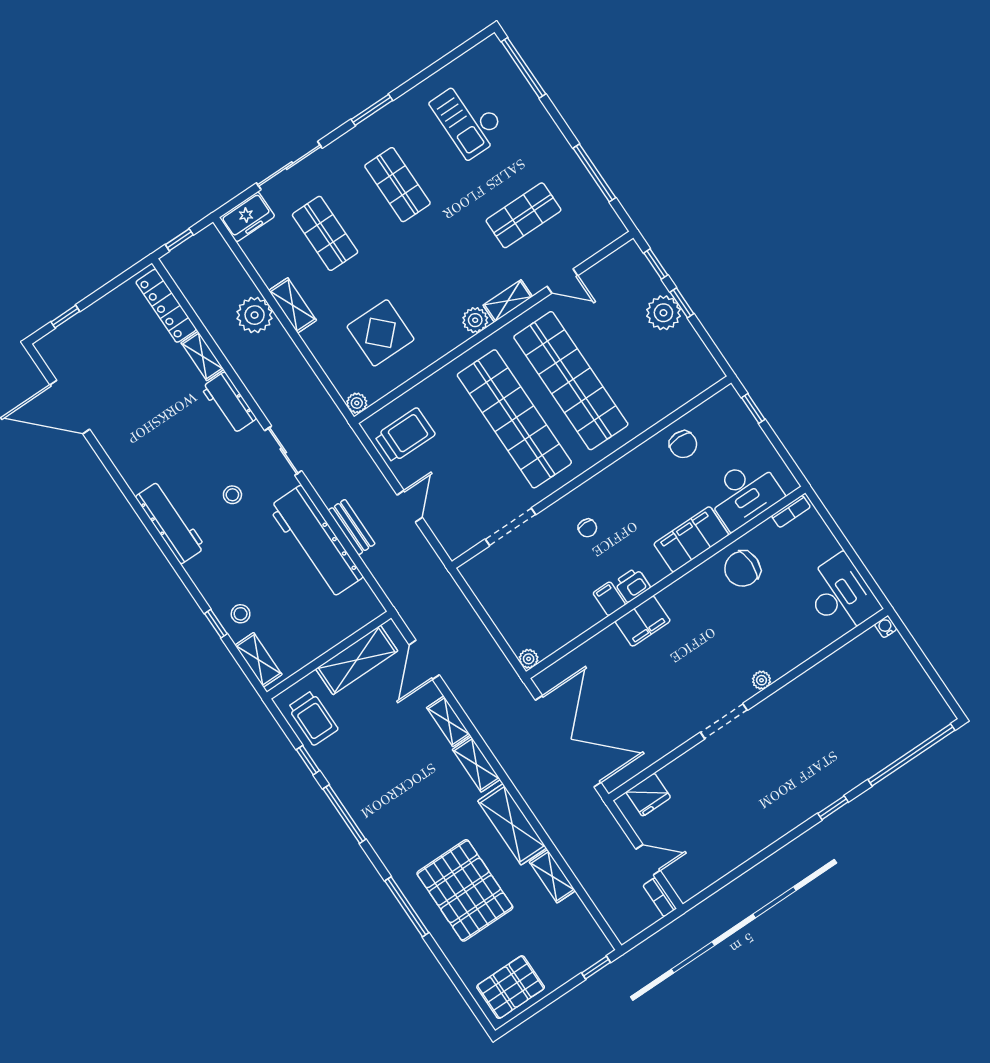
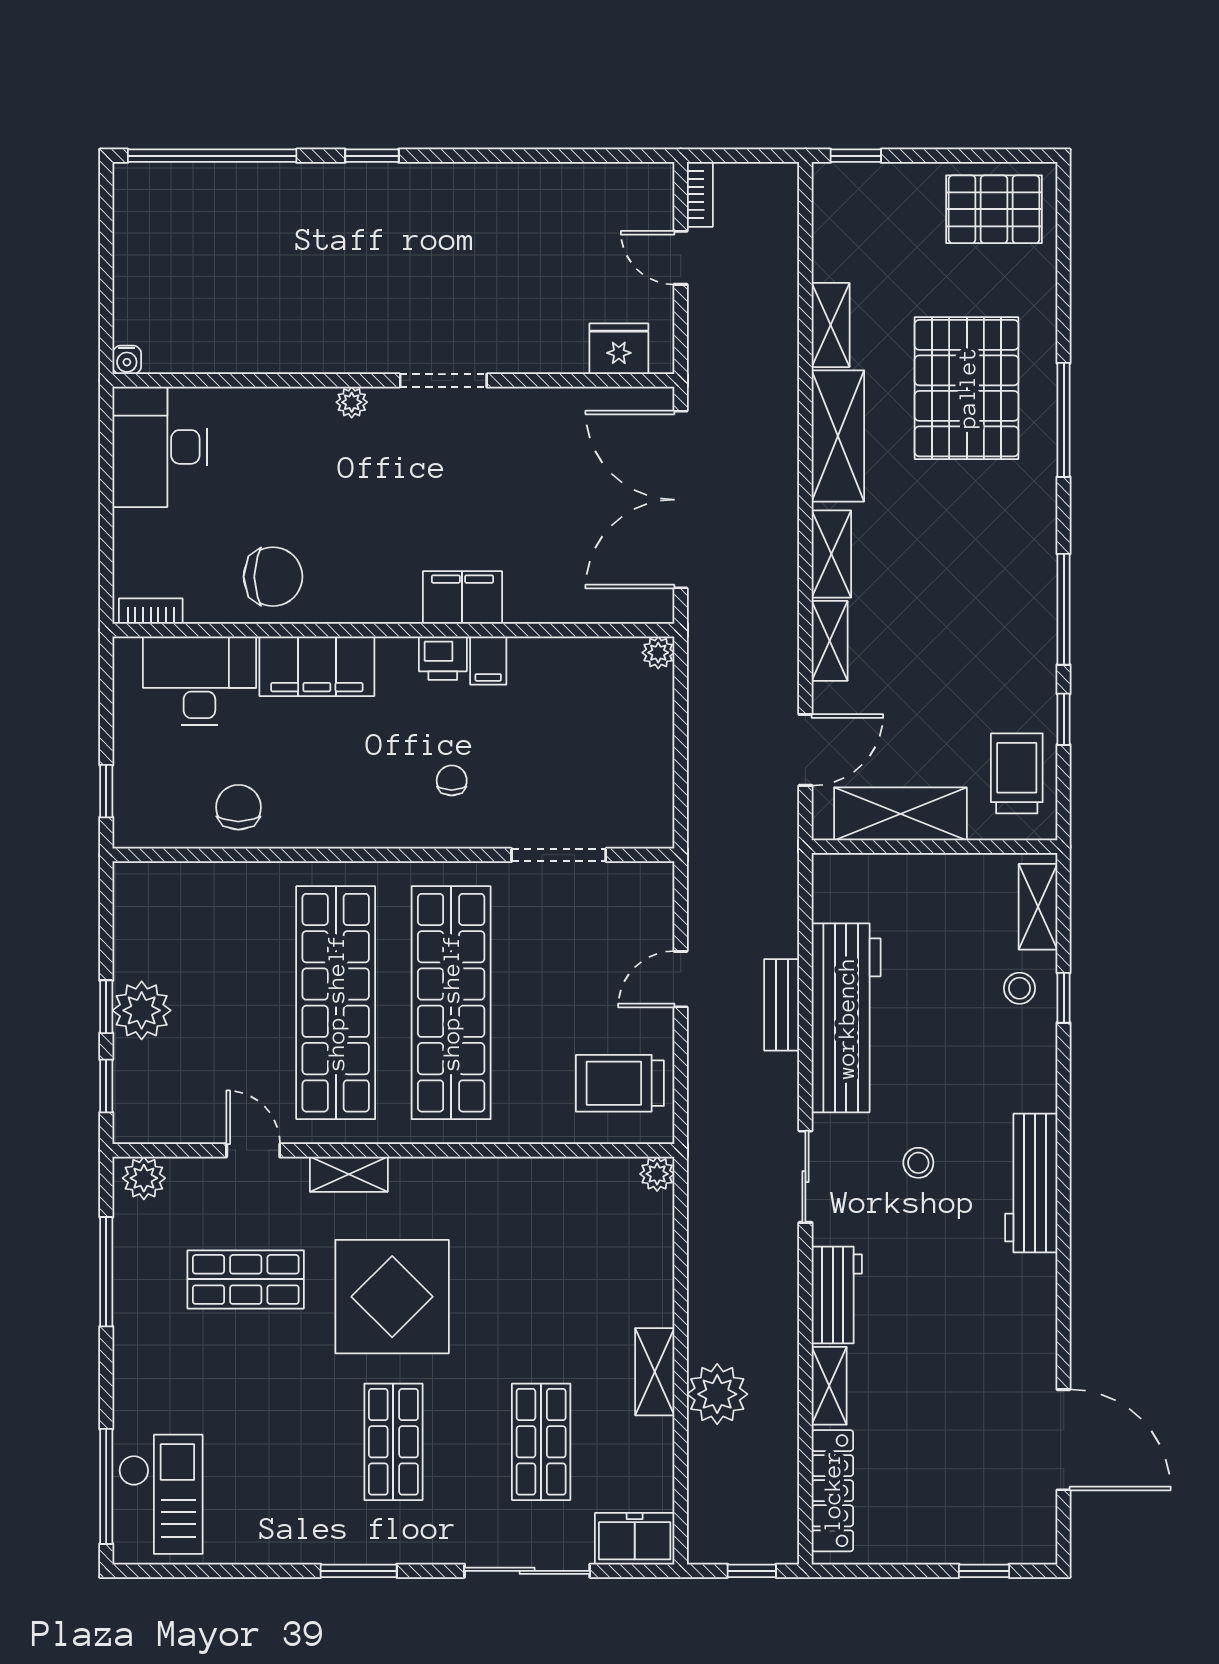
checkout: (468, 118) -> (161, 1494), moved
plant: (475, 320) -> (144, 1178), moved
display table: (381, 333) -> (392, 1297), moved, width x1.36, depth x1.36

